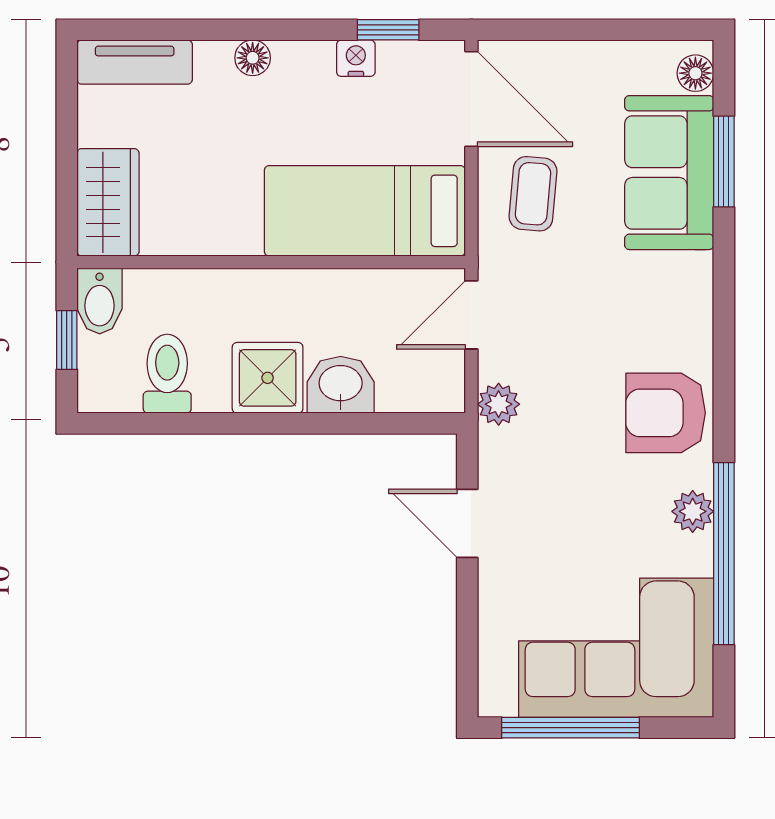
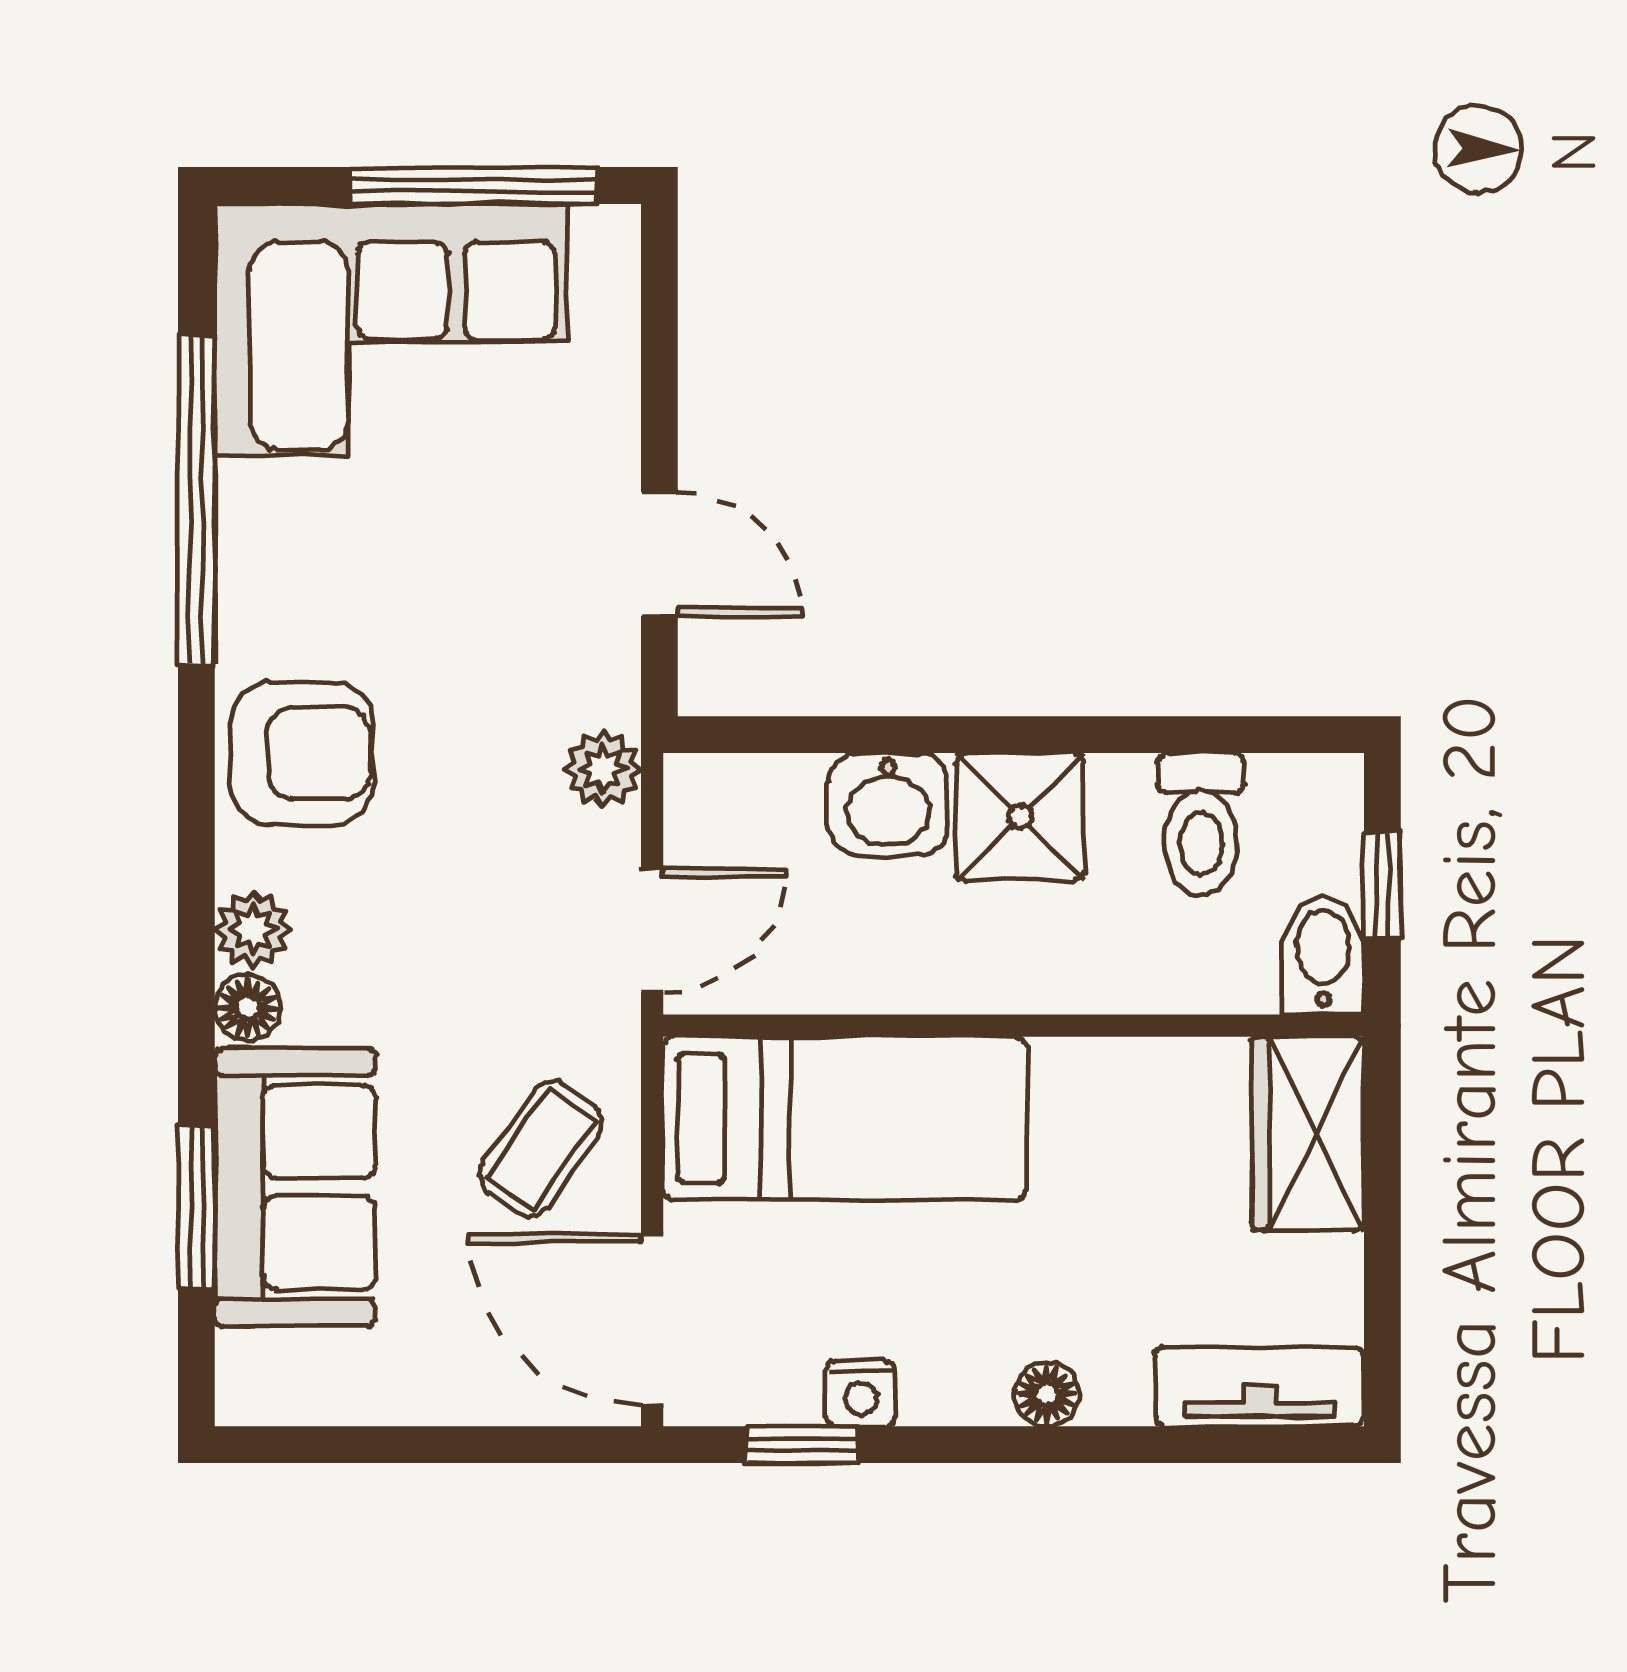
floor lamp: (695, 73) -> (248, 1008), moved
coffee table: (533, 194) -> (541, 1149), turned 30
plant: (693, 511) -> (253, 930), moved

